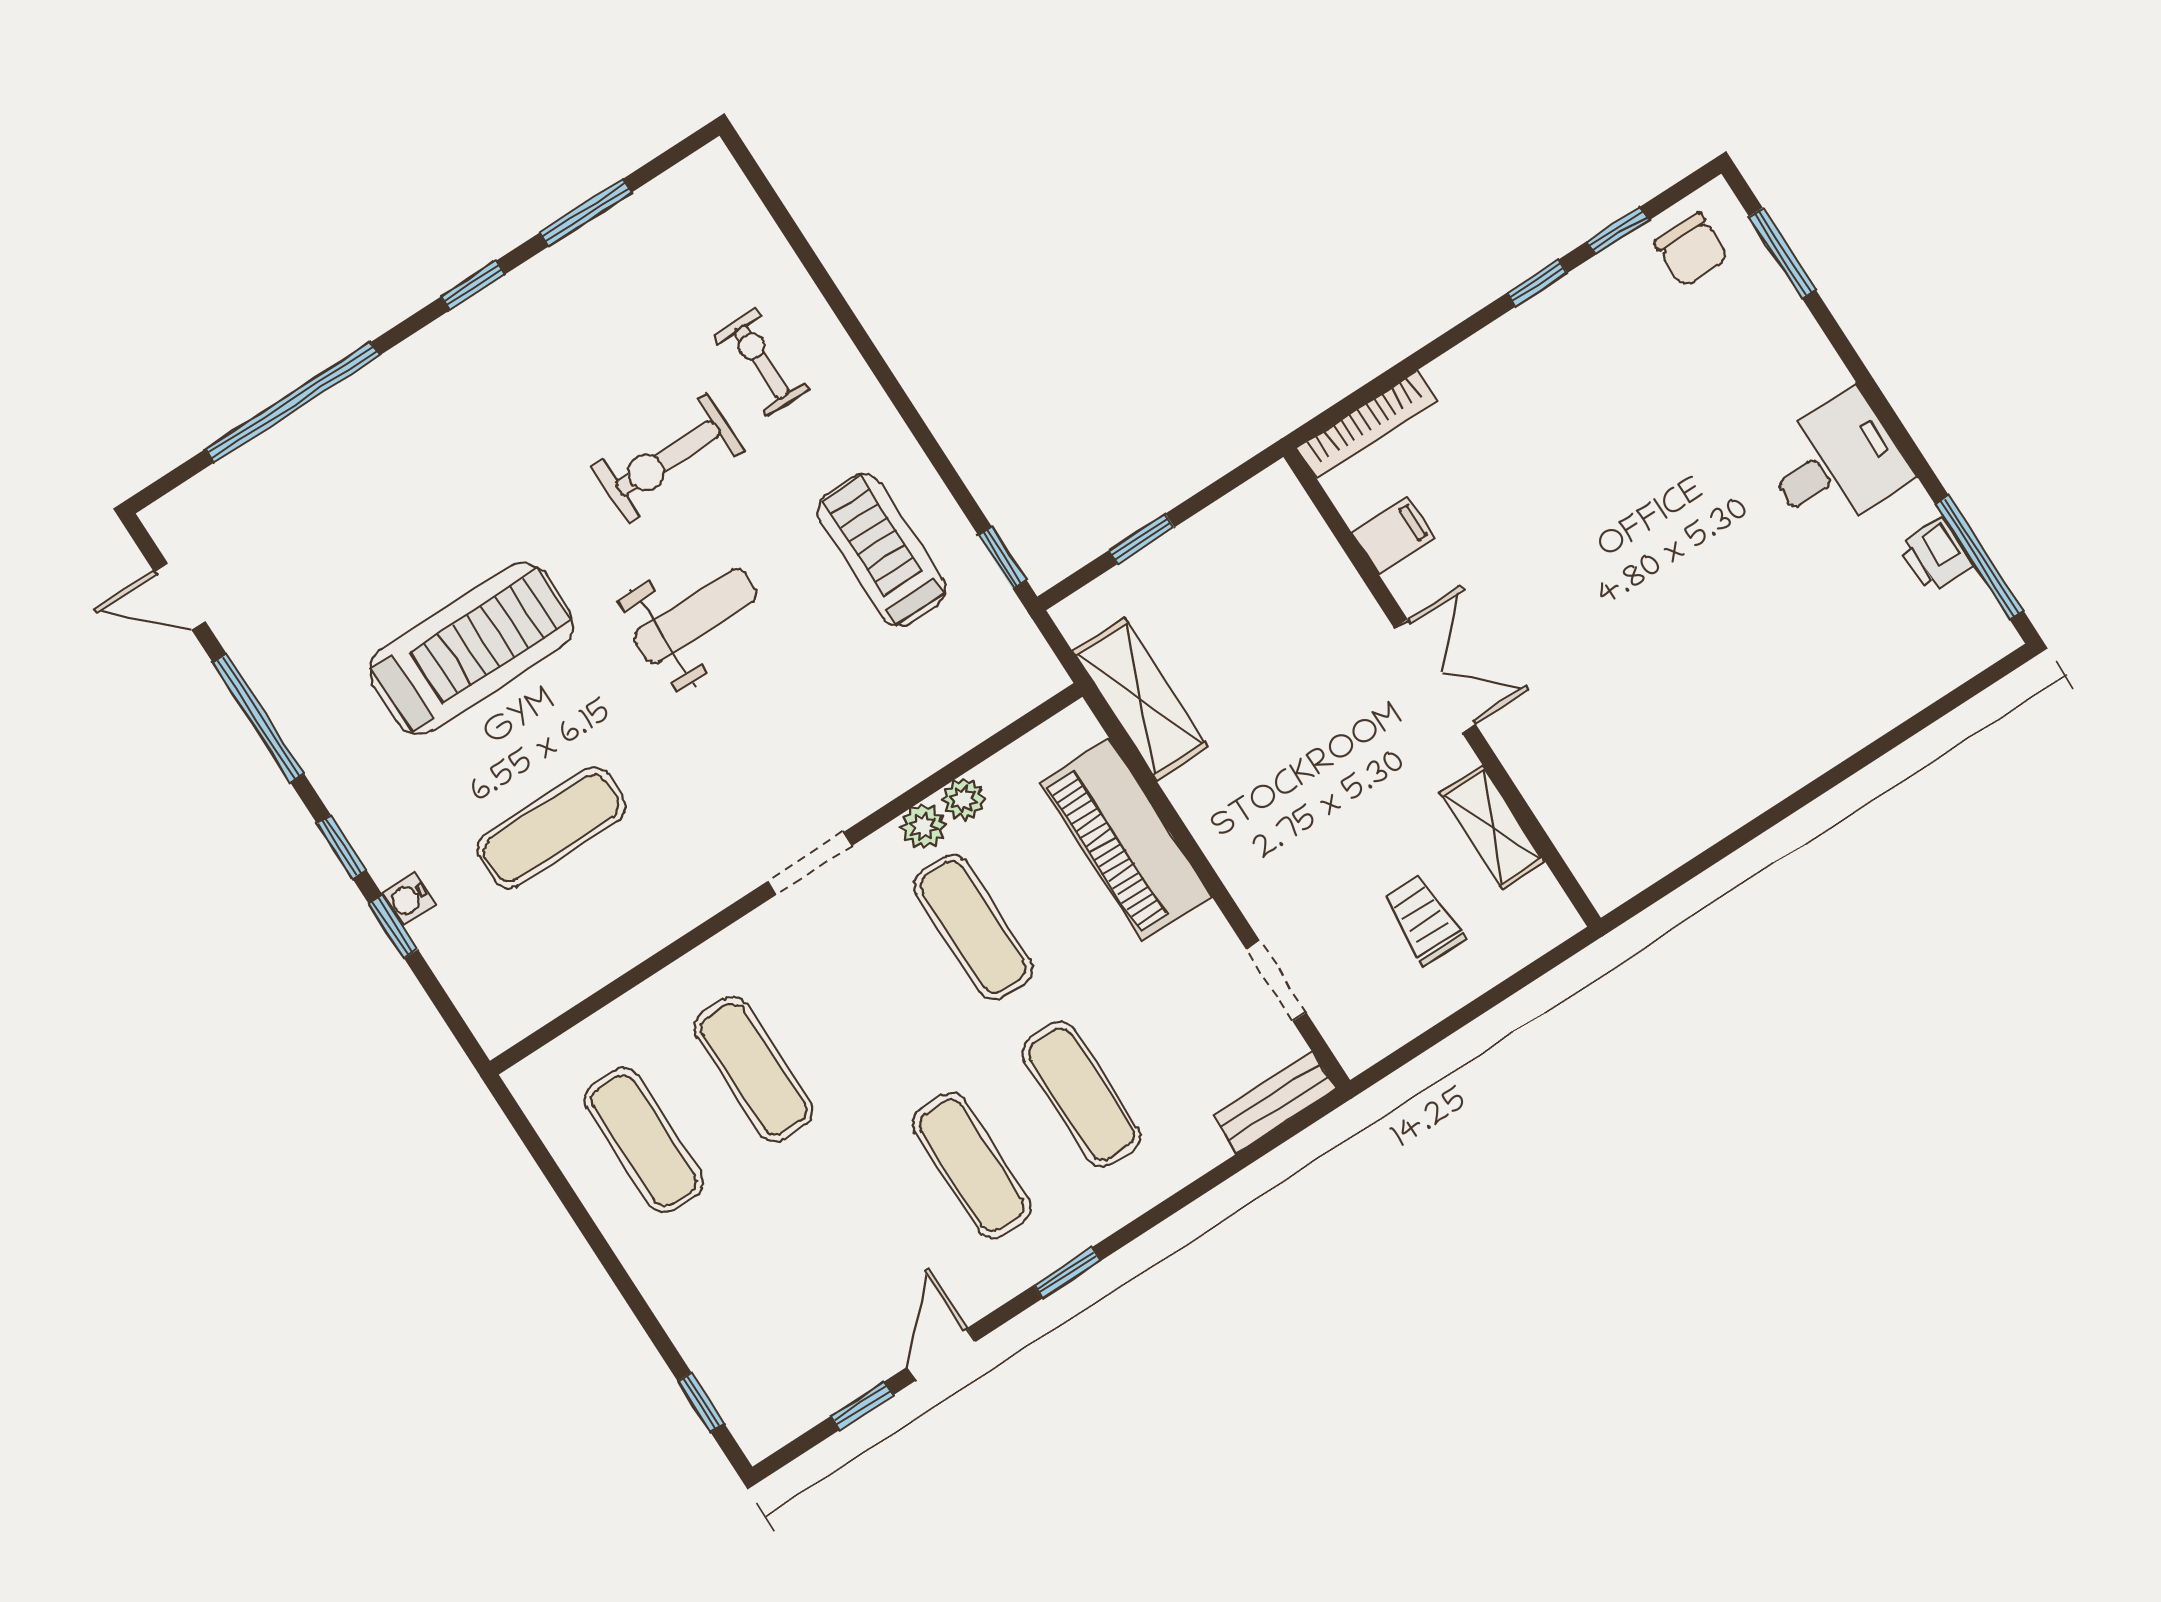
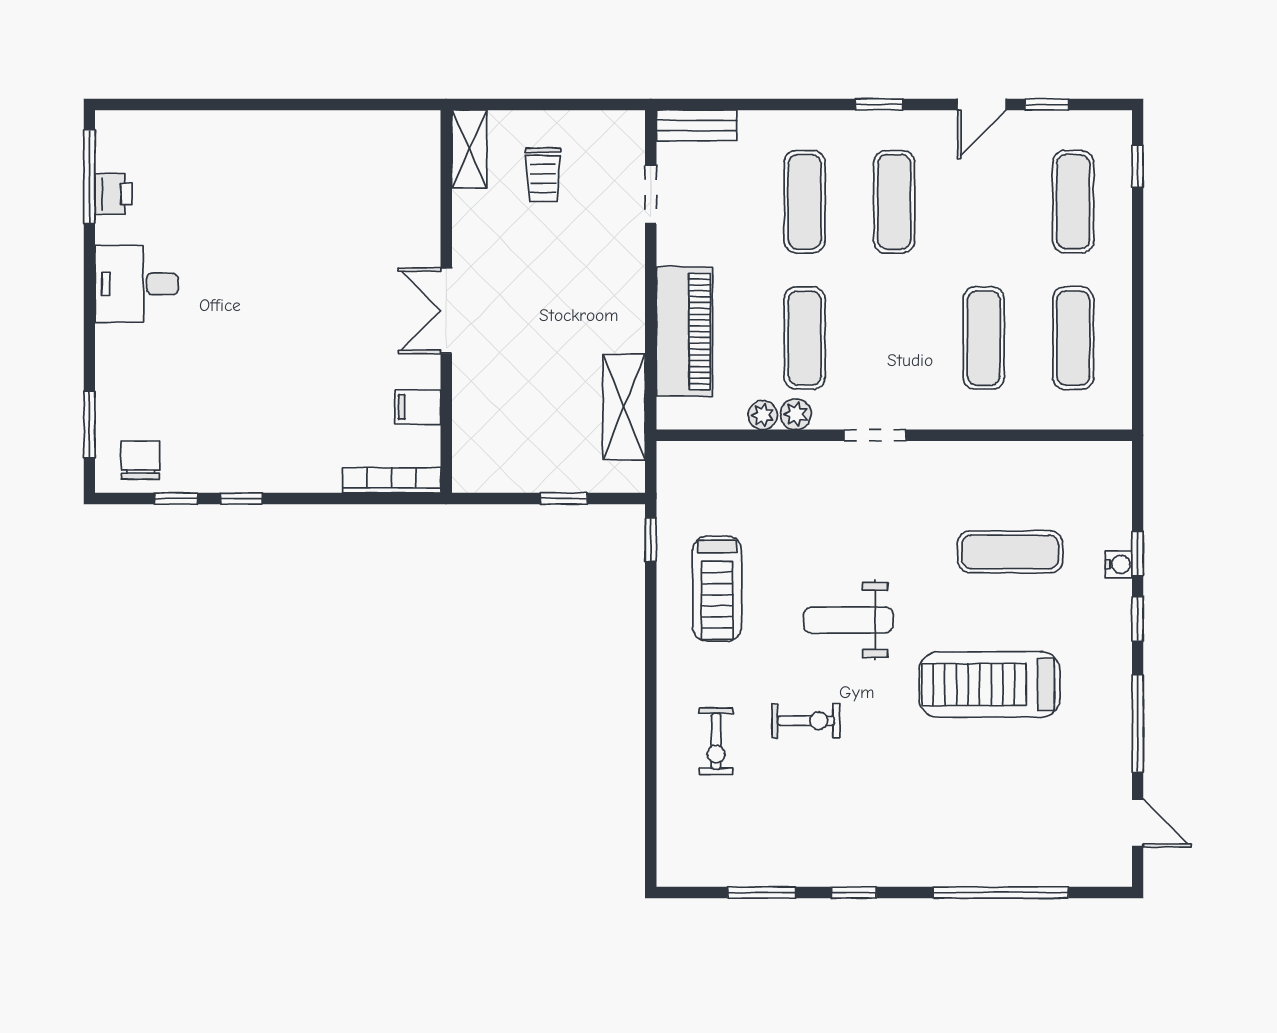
exercise bike: (668, 458) -> (806, 721), width x0.73, depth x0.72
shelving: (1492, 827) -> (469, 149), moved
exercise mat: (752, 1308) -> (1073, 202), added

